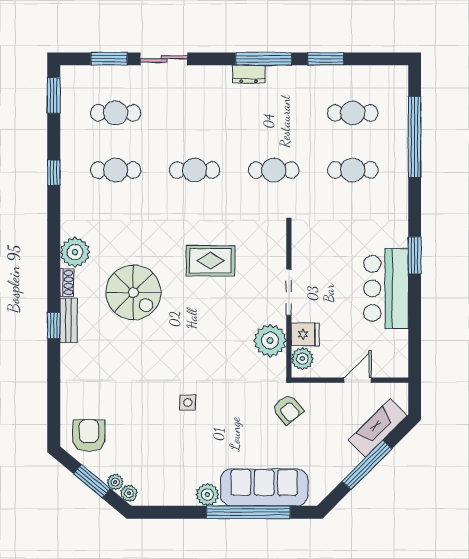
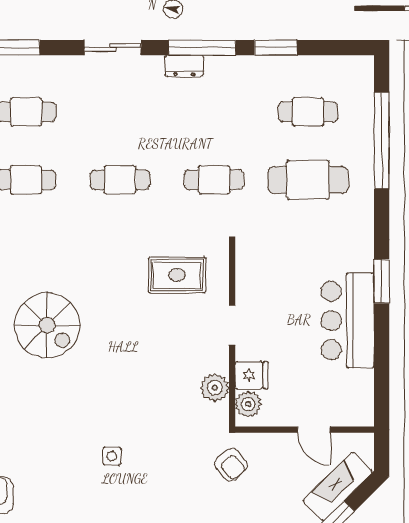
sliding door: (164, 59) -> (113, 48), moved
cafe table: (353, 170) -> (308, 180), width x1.37, depth x1.35
rug: (211, 261) -> (177, 275), moved
doorway: (289, 292) -> (232, 325), width x0.73
plant: (270, 341) -> (215, 388), width x0.73, depth x0.73
door: (358, 380) -> (314, 430), swing flipped

